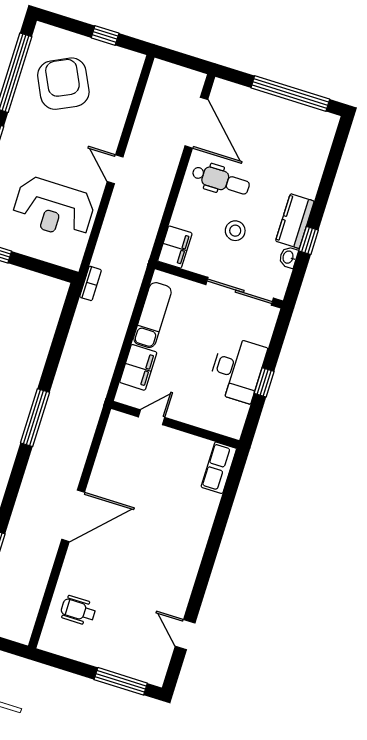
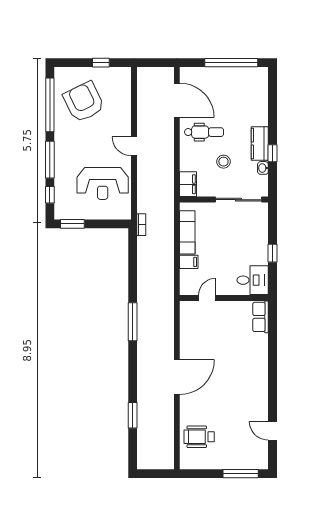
filing cabinet: (138, 367) -> (189, 262), width x0.50
desk: (237, 369) -> (253, 280), moved, width x0.73
wheelchair: (78, 610) -> (199, 437), width x1.36, depth x1.37

